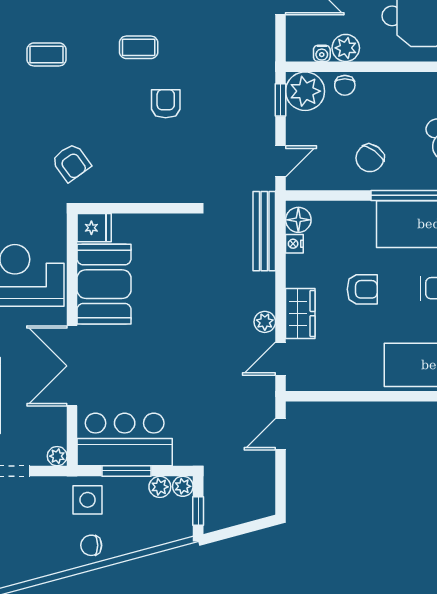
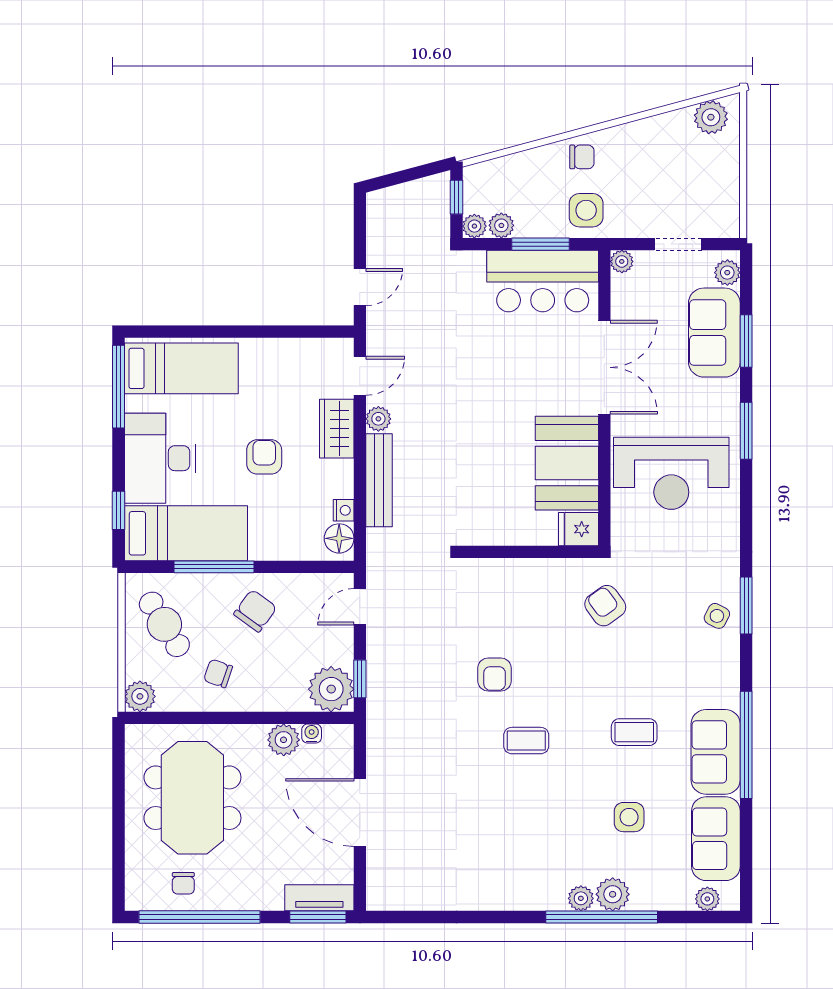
chair: (345, 85) -> (218, 673), moved, turned -71
bench: (264, 231) -> (379, 480), moved
armchair: (362, 289) -> (264, 457), turned 90

